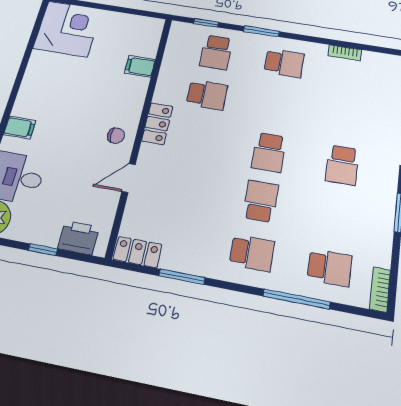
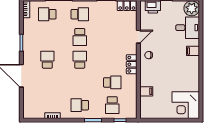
school desk: (216, 52) -> (112, 105), turned 180
school desk: (207, 95) -> (112, 82), turned 180
school desk: (252, 253) -> (80, 14), turned 180

